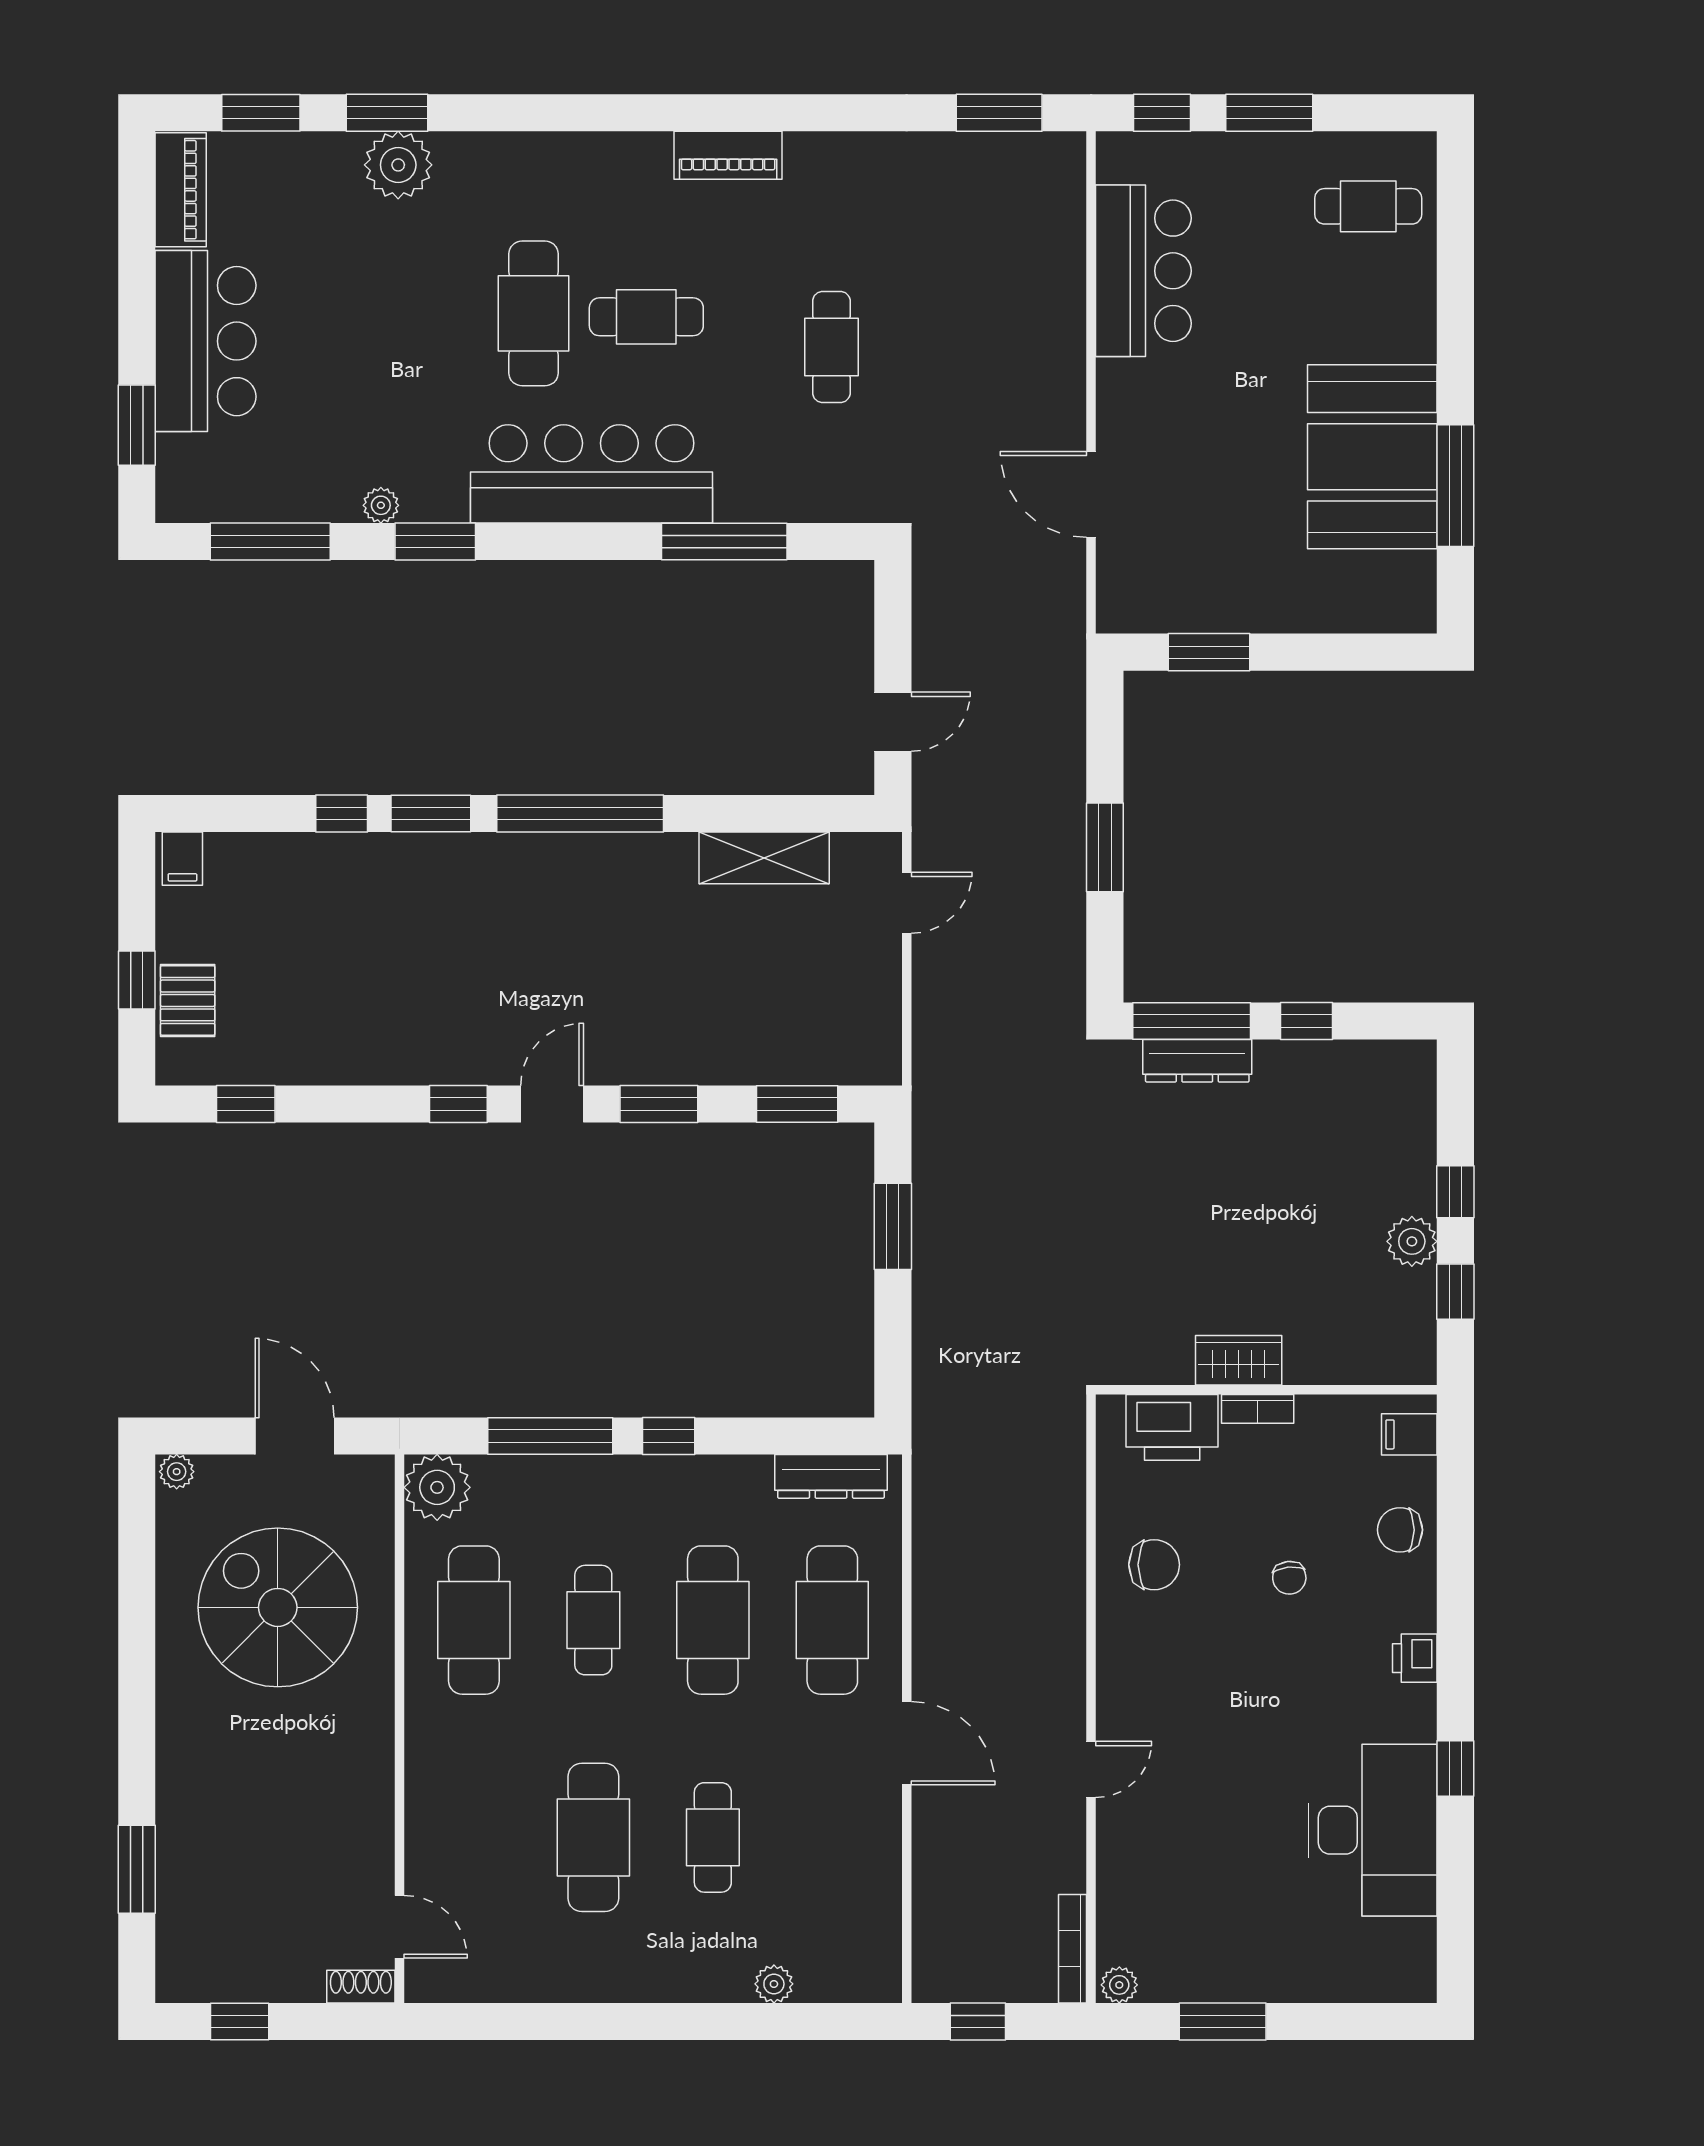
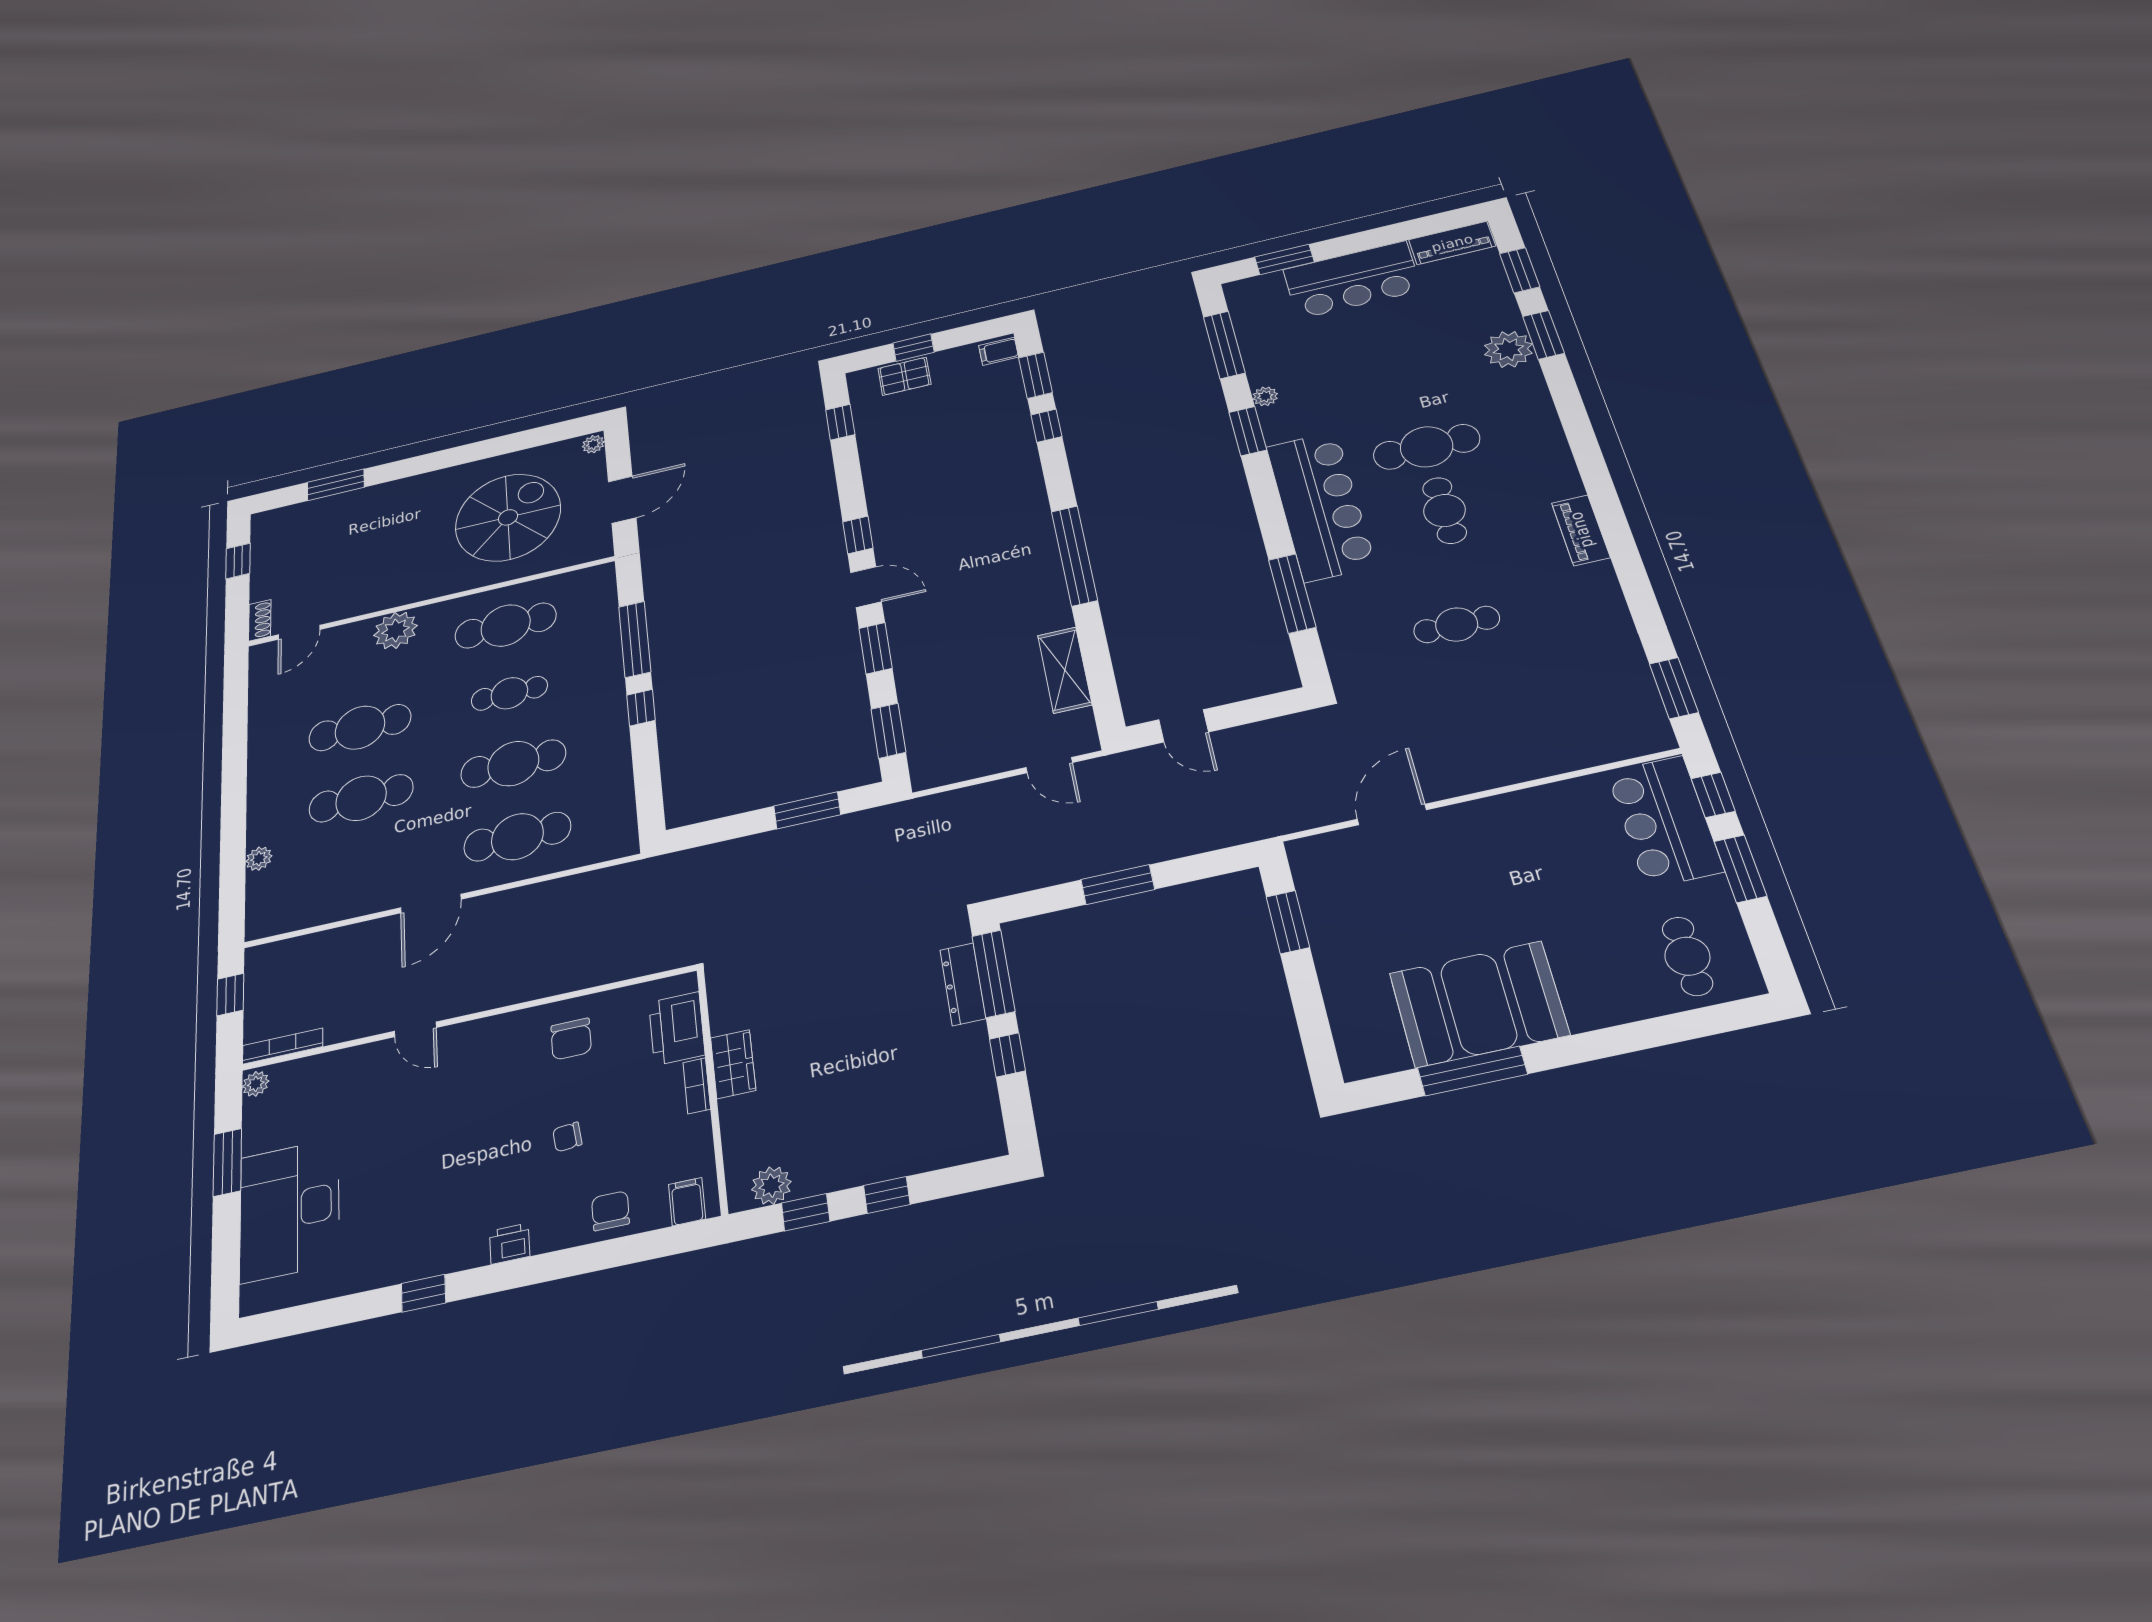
bar counter: (1143, 271) -> (1665, 821), moved, turned 90
window: (431, 814) -> (1035, 375), moved
plant: (1412, 1241) -> (771, 1186), moved
dresser: (831, 1476) -> (621, 813), removed
plant: (437, 1487) -> (396, 630), moved
desk: (1373, 1830) -> (290, 1210), moved, turned 90
cafe table: (713, 1837) -> (361, 798), width x1.37, depth x1.35

